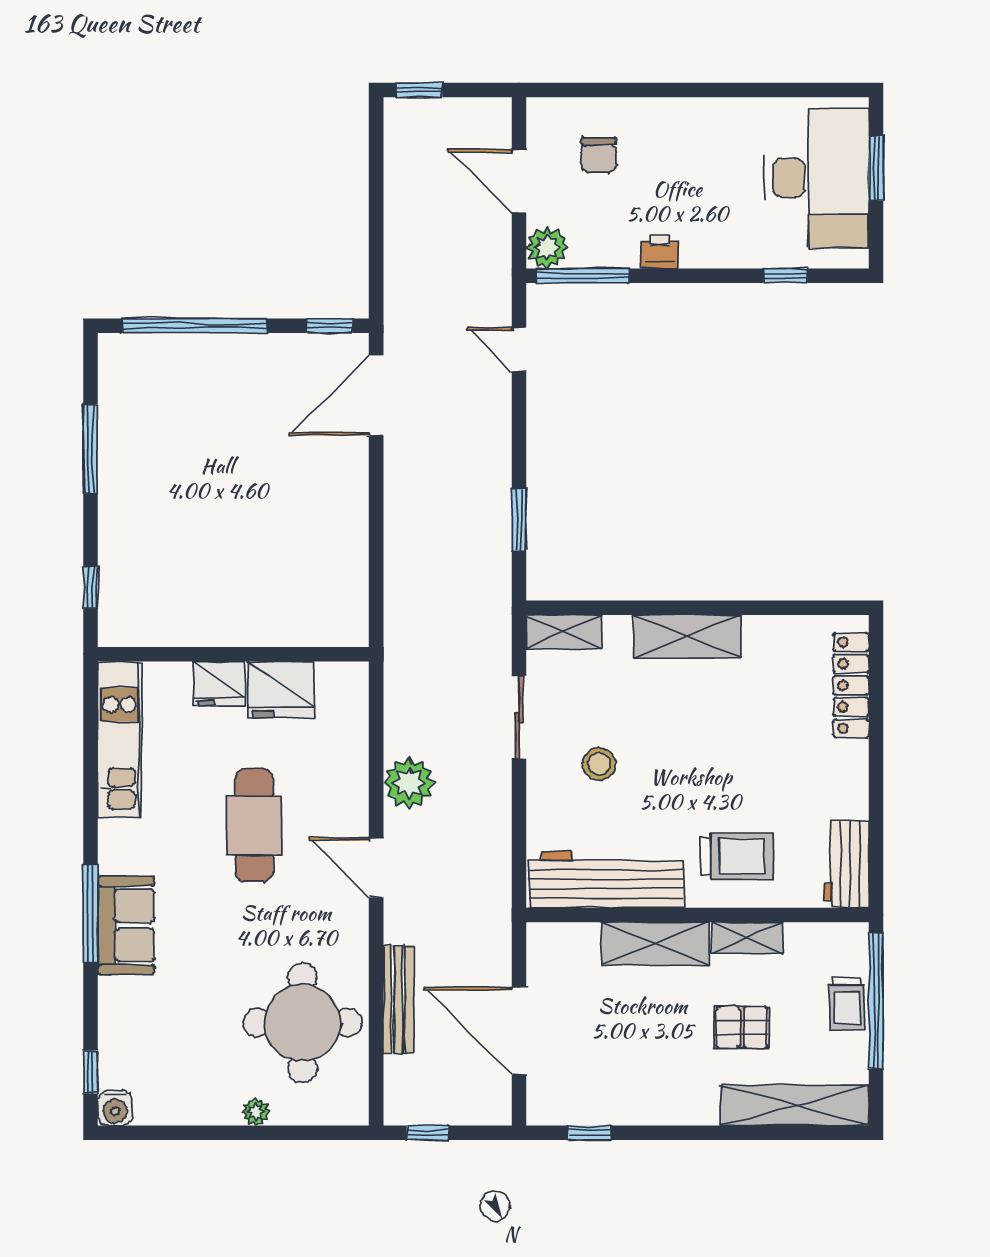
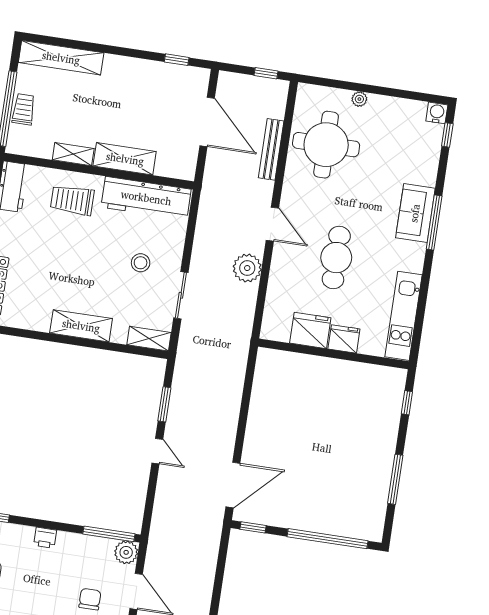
printer: (660, 252) -> (45, 538), moved
door: (519, 349) -> (157, 451), moved
pallet: (742, 1027) -> (84, 105), removed

